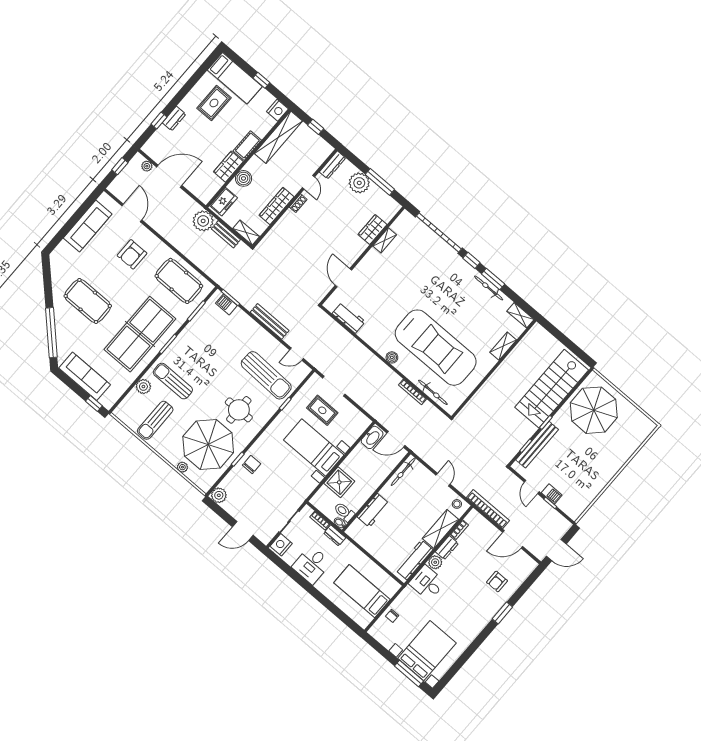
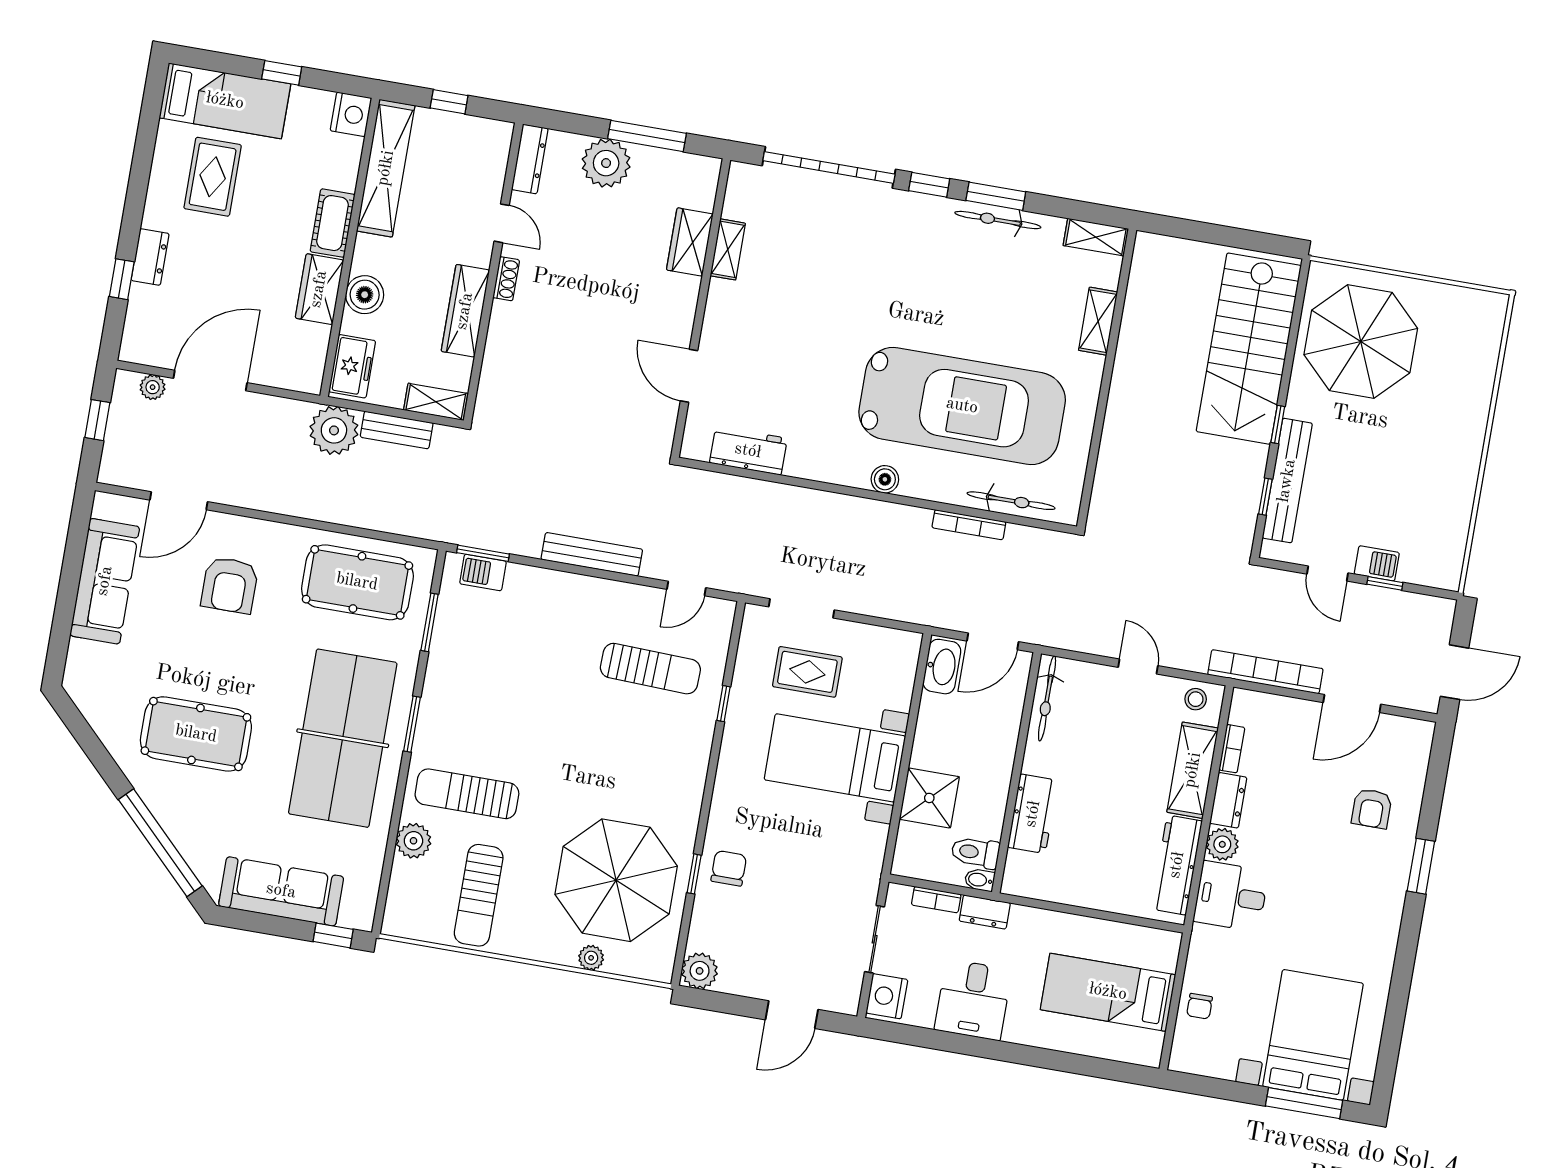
door: (132, 213) -> (179, 501), swing flipped
sun lounger: (266, 375) -> (650, 669), width x0.73, depth x0.75
round table: (239, 410) -> (636, 772), removed

